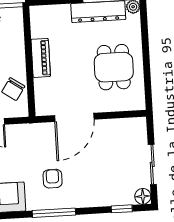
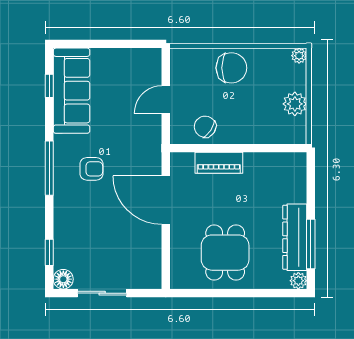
piano: (41, 58) -> (219, 163), moved
dining table: (114, 67) -> (225, 253), turned 90

